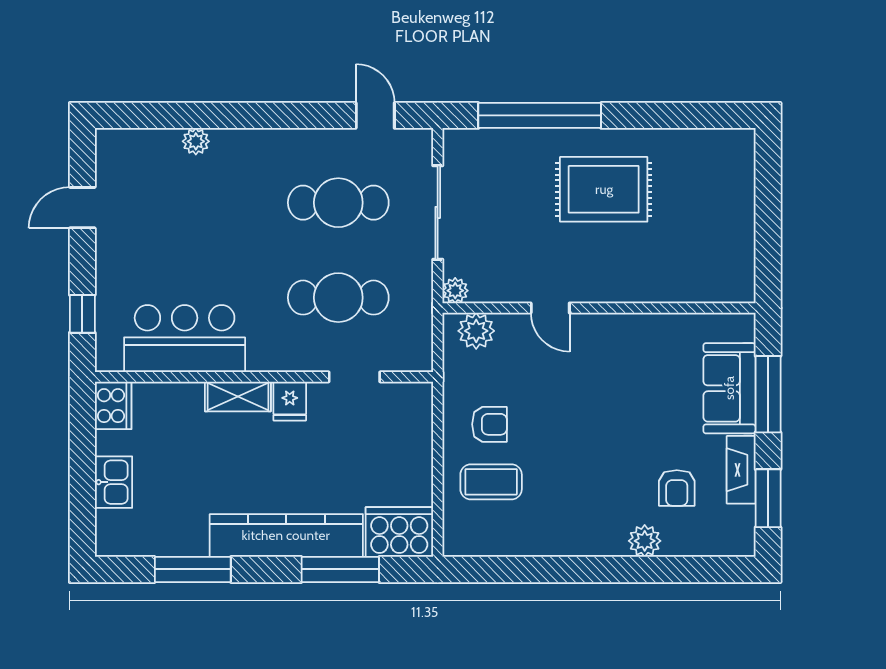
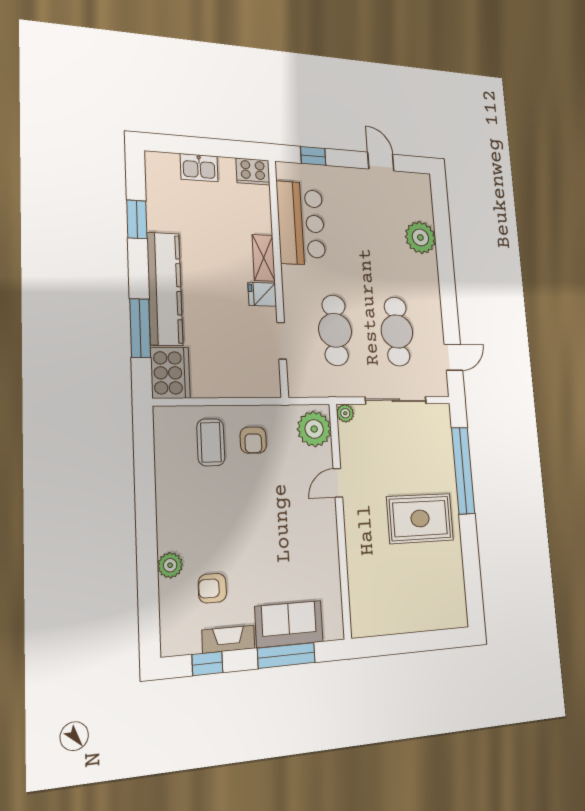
plant: (196, 141) -> (420, 237), width x1.87, depth x1.87
rug: (604, 189) -> (420, 518), turned 90
plant: (476, 331) -> (314, 429), width x1.36, depth x1.36
window: (768, 498) -> (207, 664), width x0.67
window: (193, 569) -> (137, 219), width x0.69

